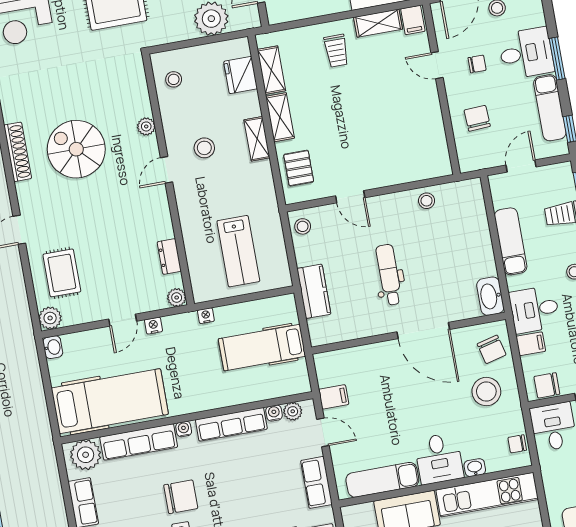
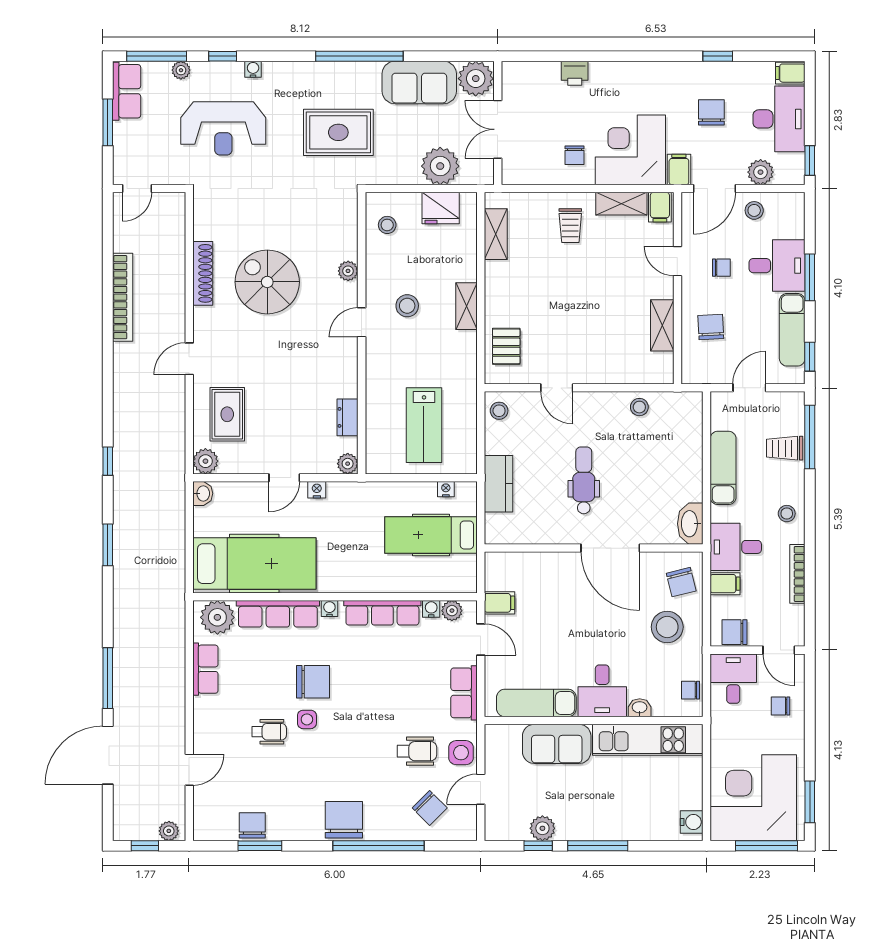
fridge: (241, 75) -> (441, 208), moved, turned -90
shelving: (280, 117) -> (662, 325), moved
nightstand: (206, 316) -> (446, 489), moved

